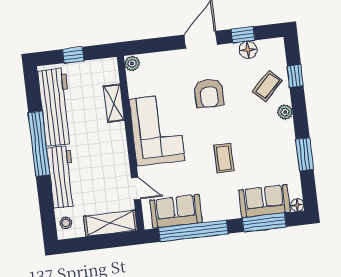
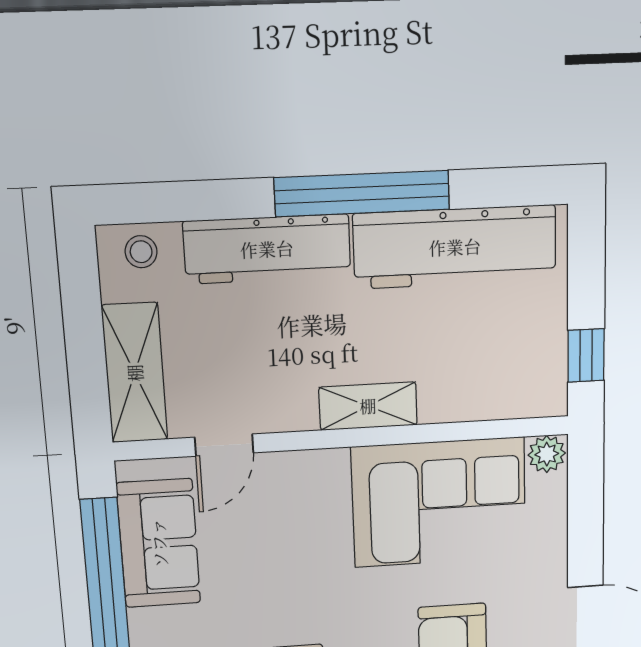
window: (73, 55) -> (586, 355), moved
shelving: (114, 103) -> (368, 406), moved
corner sofa: (157, 130) -> (439, 502), moved

